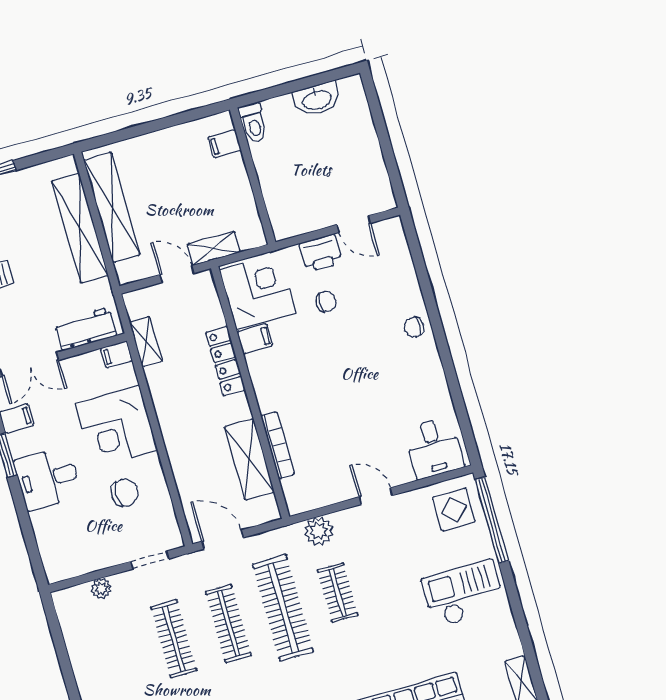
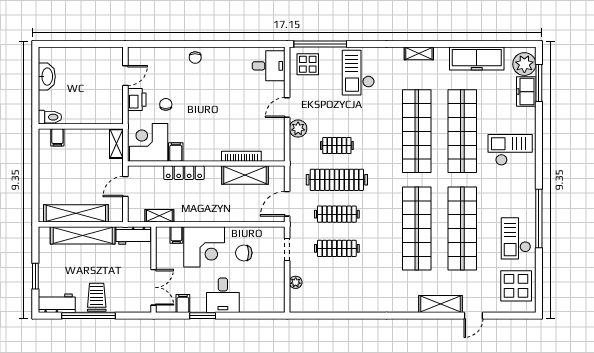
shelving: (214, 248) -> (116, 144), moved
workbench: (86, 329) -> (133, 236), moved, turned -90
filing cabinet: (116, 354) -> (176, 235), moved
chair: (125, 493) -> (244, 253), turned -90
plant: (319, 531) -> (298, 129), moved

